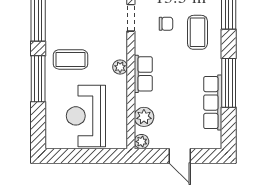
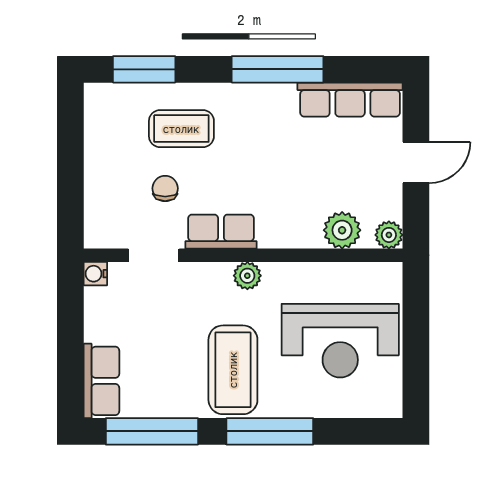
coffee table: (70, 59) -> (233, 370), width x1.36, depth x1.32
row of seats: (143, 74) -> (221, 232), moved
row of seats: (213, 103) -> (350, 100), moved

